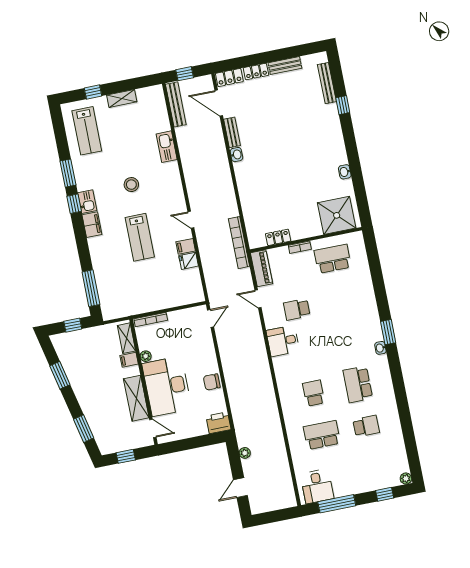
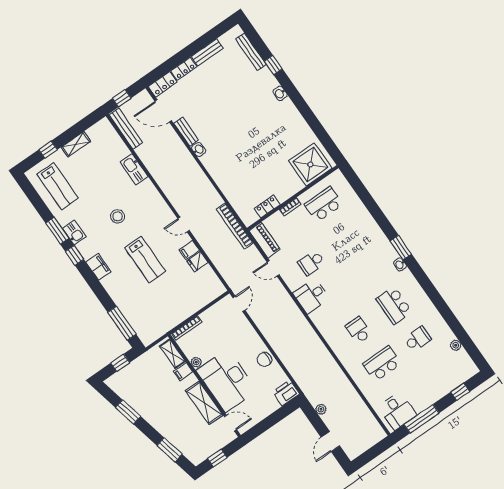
washbasin: (345, 172) -> (280, 93), moved
kitchen sink: (87, 202) -> (74, 233), moved
plant: (406, 479) -> (456, 345), moved

